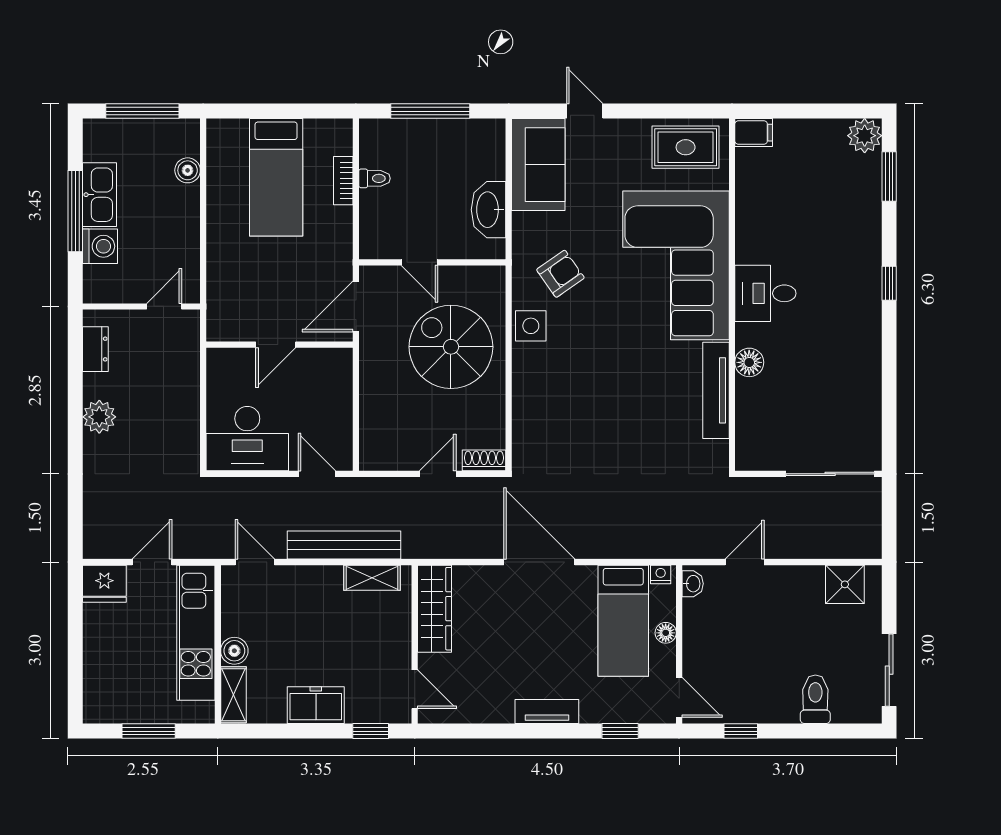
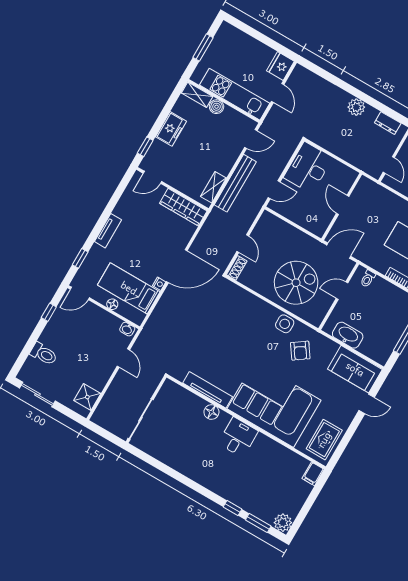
toilet: (374, 178) -> (368, 279), moved
window: (889, 283) -> (232, 508), moved
door: (356, 307) -> (339, 251), hinge flipped
nightstand: (661, 574) -> (159, 284), moved

